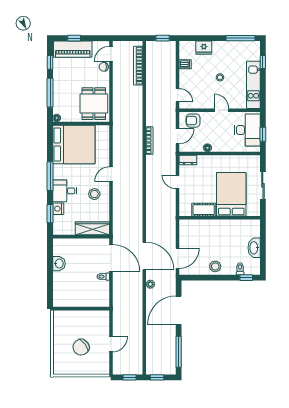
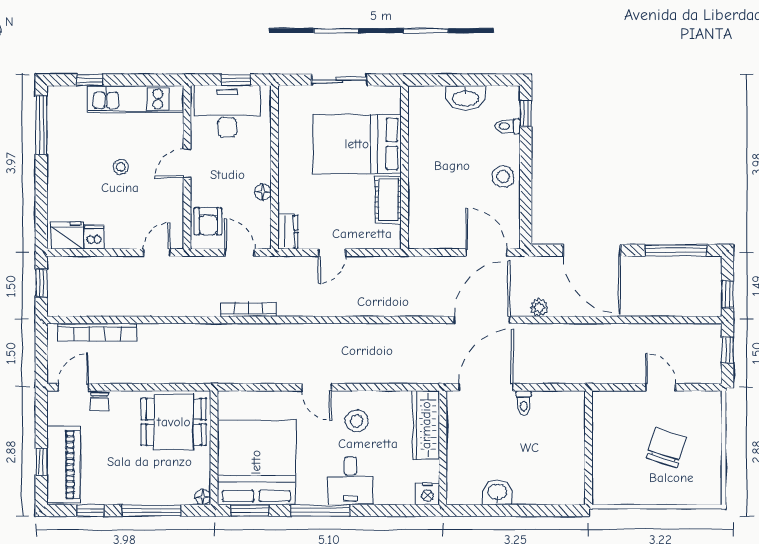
fridge: (204, 48) -> (67, 236), moved, turned -90
door: (111, 54) -> (73, 387), swing flipped
nightstand: (58, 209) -> (427, 494), moved
window: (50, 214) -> (250, 510), moved
chair: (81, 347) -> (666, 448), turned -125

